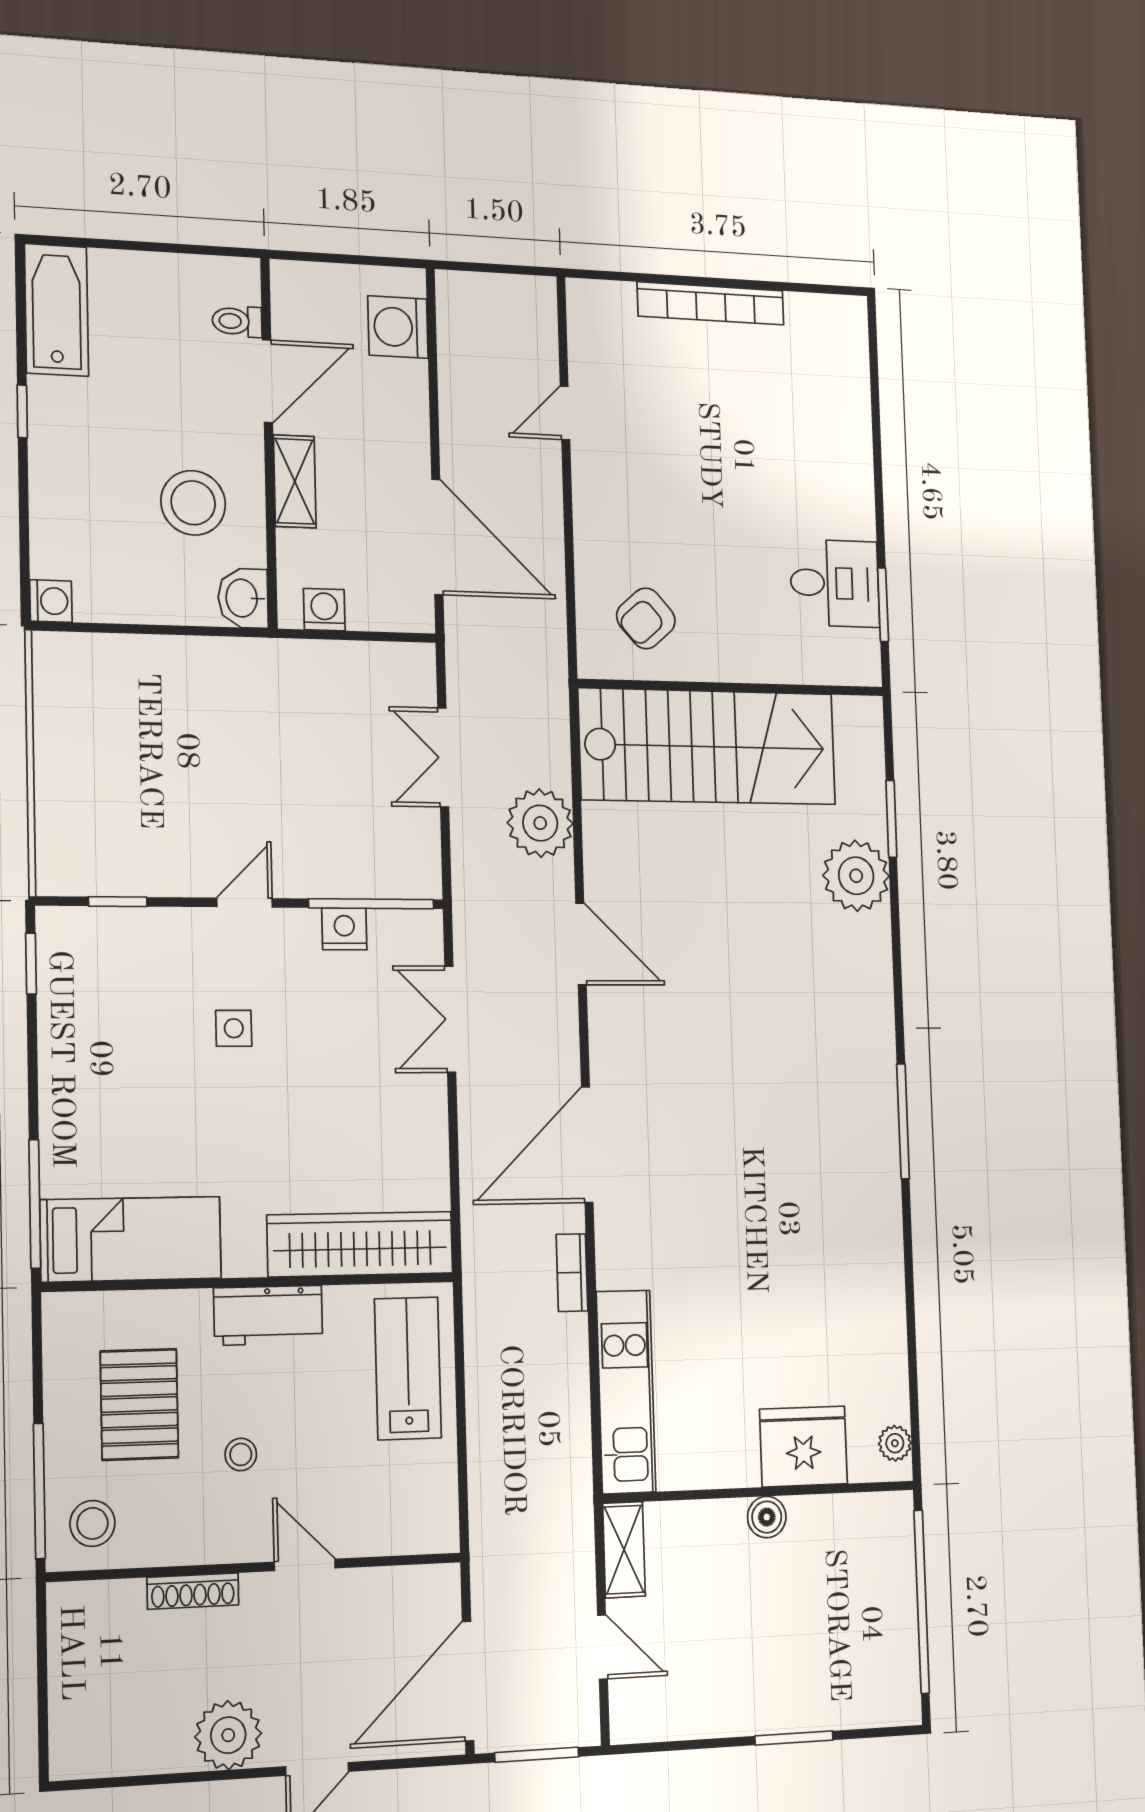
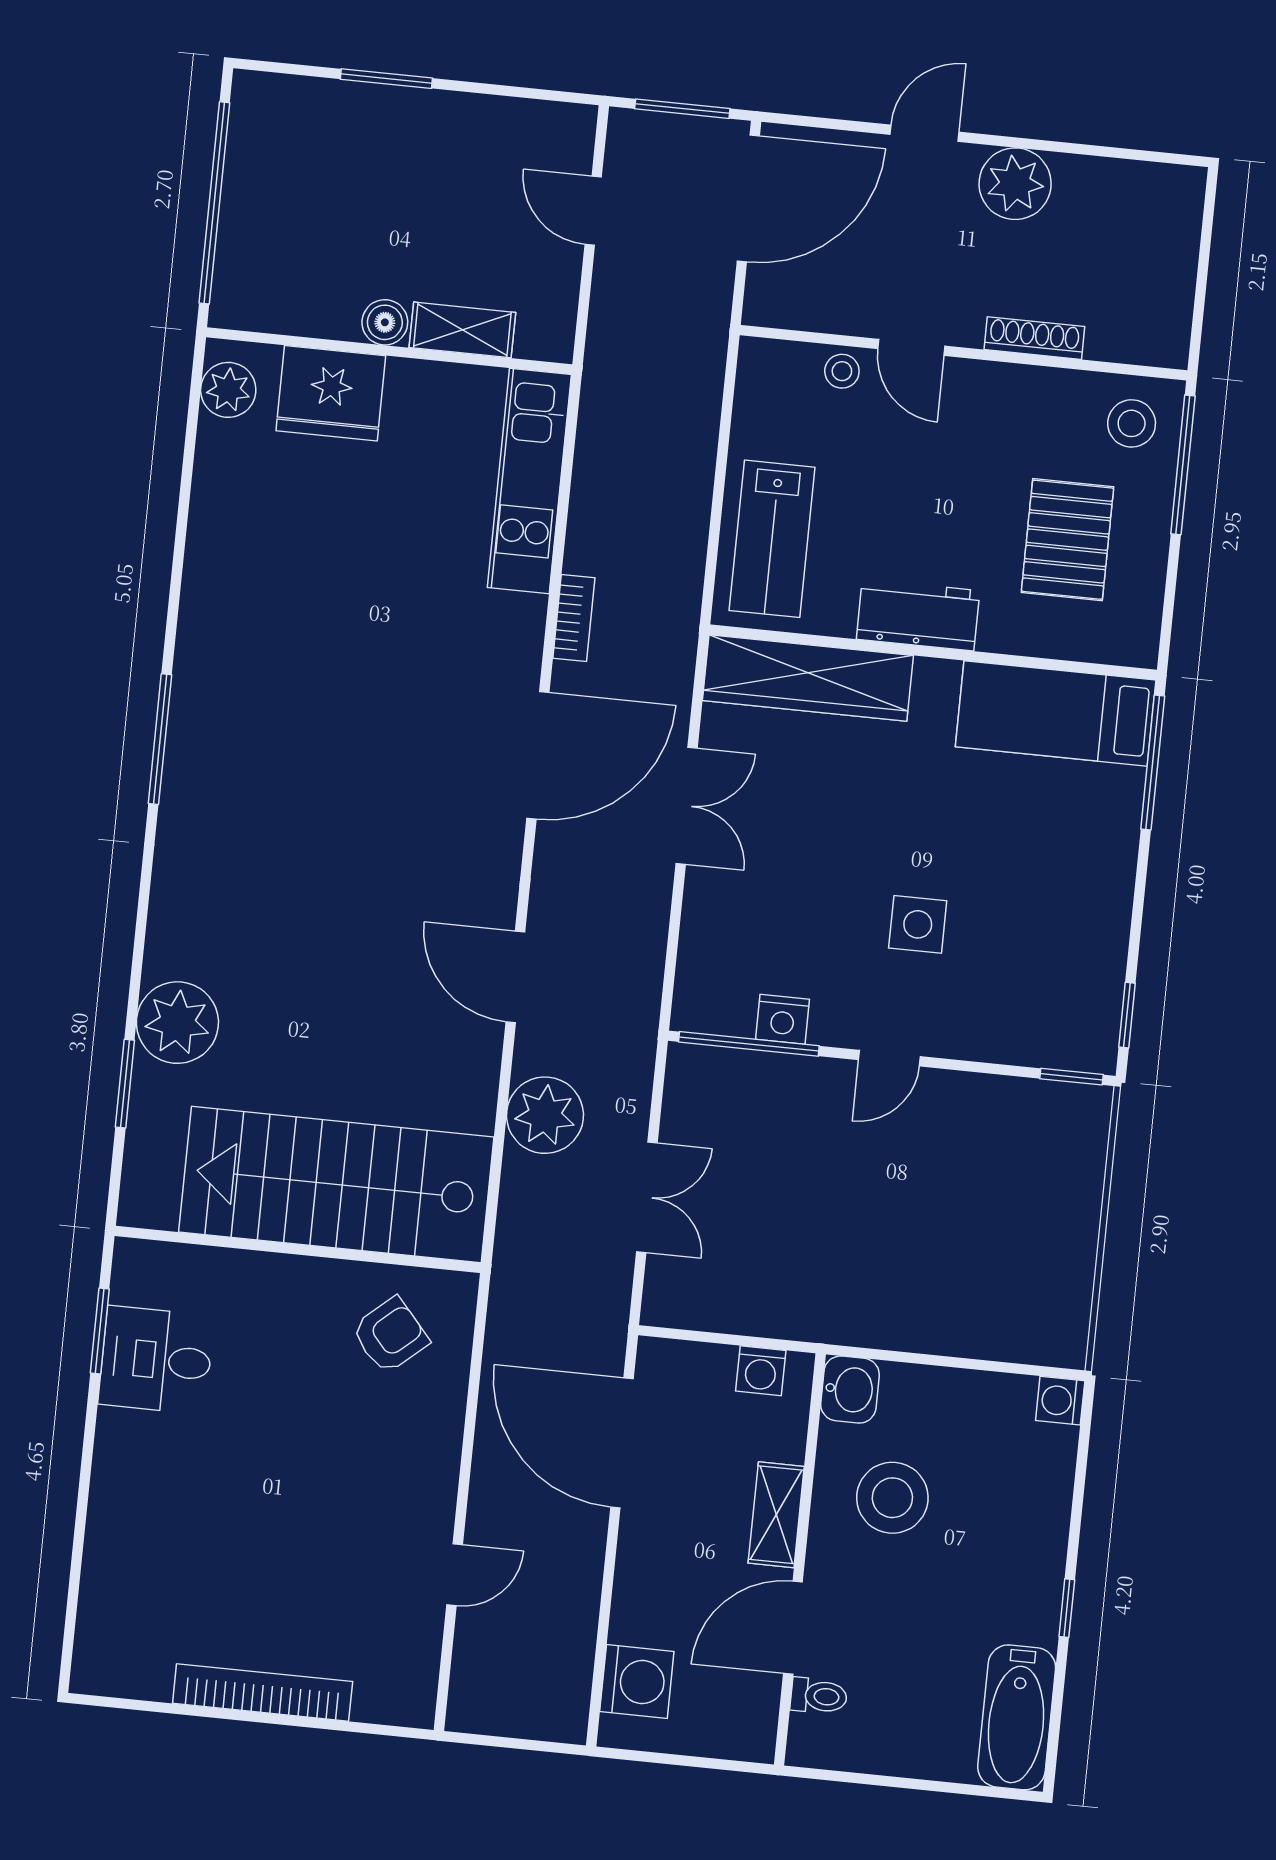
window: (118, 902) -> (1071, 1077), moved
double door: (450, 1019) -> (687, 806), moved
side table: (234, 1028) -> (918, 924), width x1.37, depth x1.37
plant: (895, 1443) -> (228, 390), width x1.38, depth x1.38
stool: (241, 1454) -> (842, 371), moved
shelving: (624, 1550) -> (462, 330), moved, turned 90

